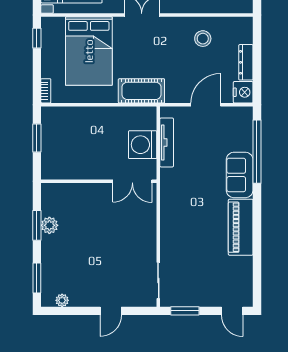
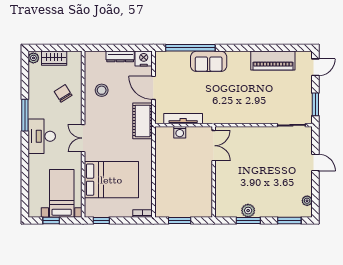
cot: (141, 91) -> (143, 121), moved
washing machine: (143, 145) -> (180, 132), width x0.53, depth x0.53
piano: (241, 227) -> (273, 61), moved

